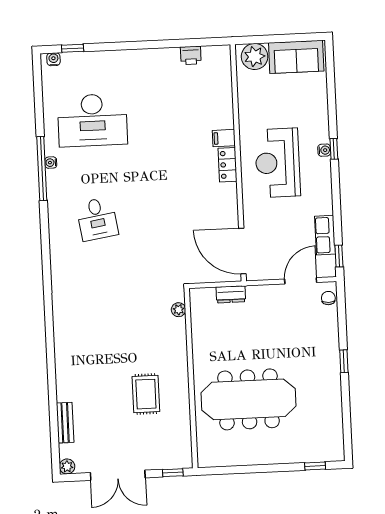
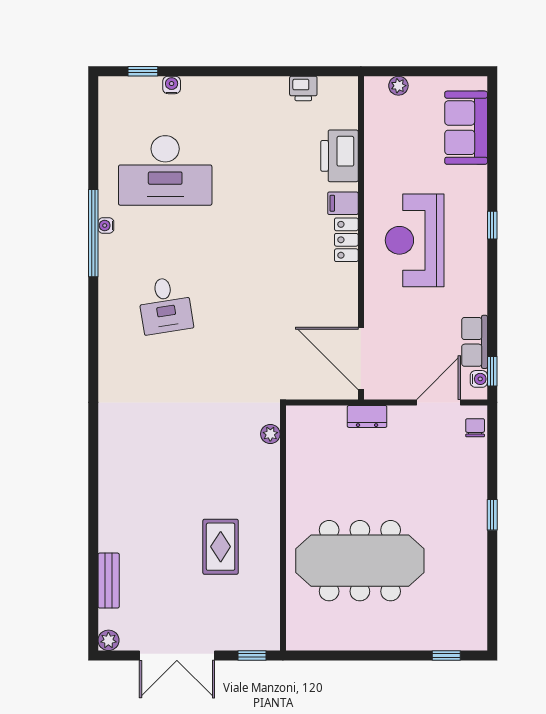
plant: (255, 56) -> (398, 86), width x0.53, depth x0.53
sofa: (296, 57) -> (466, 128), moved, turned 90
water cooler: (53, 59) -> (172, 85), moved
printer: (220, 103) -> (339, 156), added
water cooler: (324, 150) -> (479, 379), moved
dresser: (231, 294) -> (367, 416), moved

